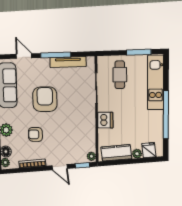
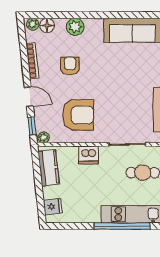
armchair: (45, 99) -> (78, 115), moved
window: (166, 115) -> (122, 226), moved
plant: (137, 154) -> (48, 193), removed
door: (60, 167) -> (29, 97), swing flipped

